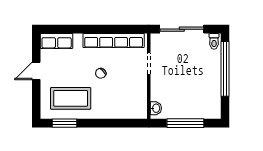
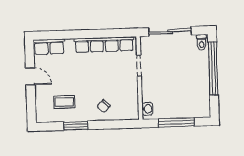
door: (36, 71) -> (30, 76), swing flipped
chair: (101, 73) -> (104, 106), moved
coffee table: (71, 98) -> (64, 102), width x0.54, depth x0.58
window: (65, 123) -> (76, 126), moved

